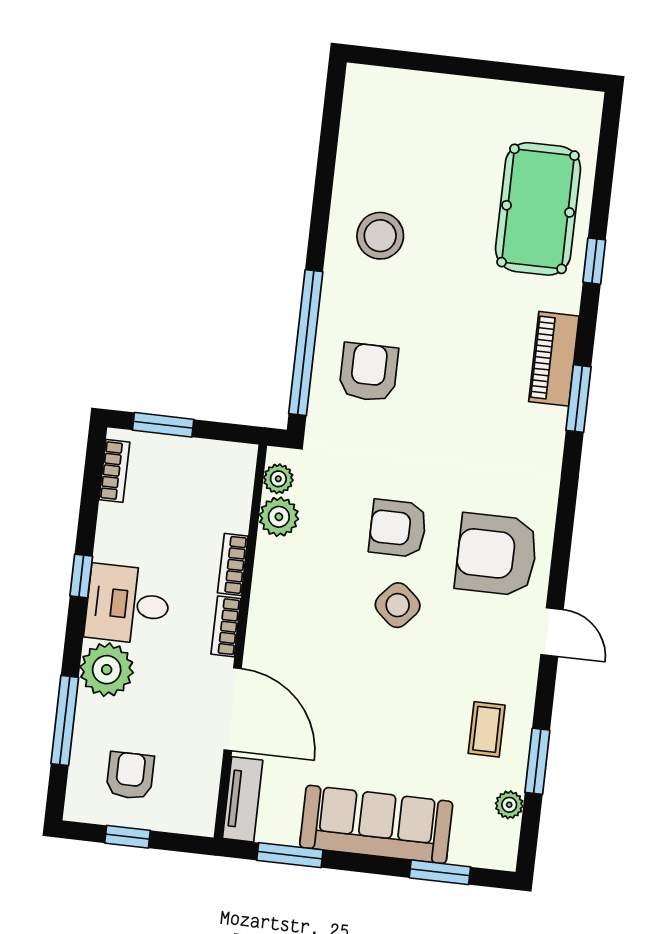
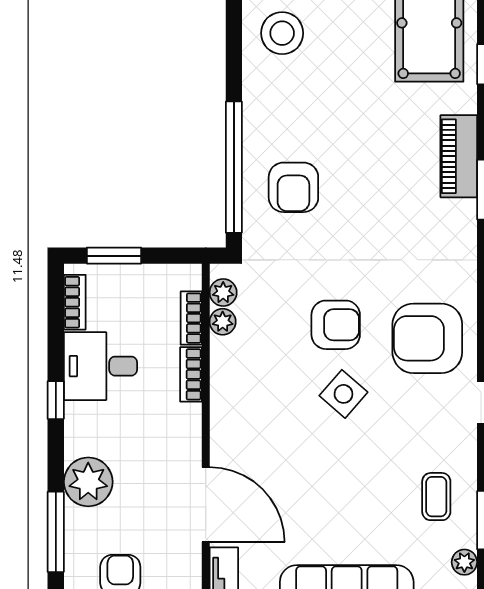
stool: (380, 236) -> (282, 33), moved
armchair: (369, 372) -> (293, 187), turned 180
plant: (279, 517) -> (223, 322), width x0.73, depth x0.73
armchair: (398, 528) -> (336, 325), turned 180
desk: (128, 604) -> (100, 366), moved
bookcase: (226, 626) -> (191, 318), moved

